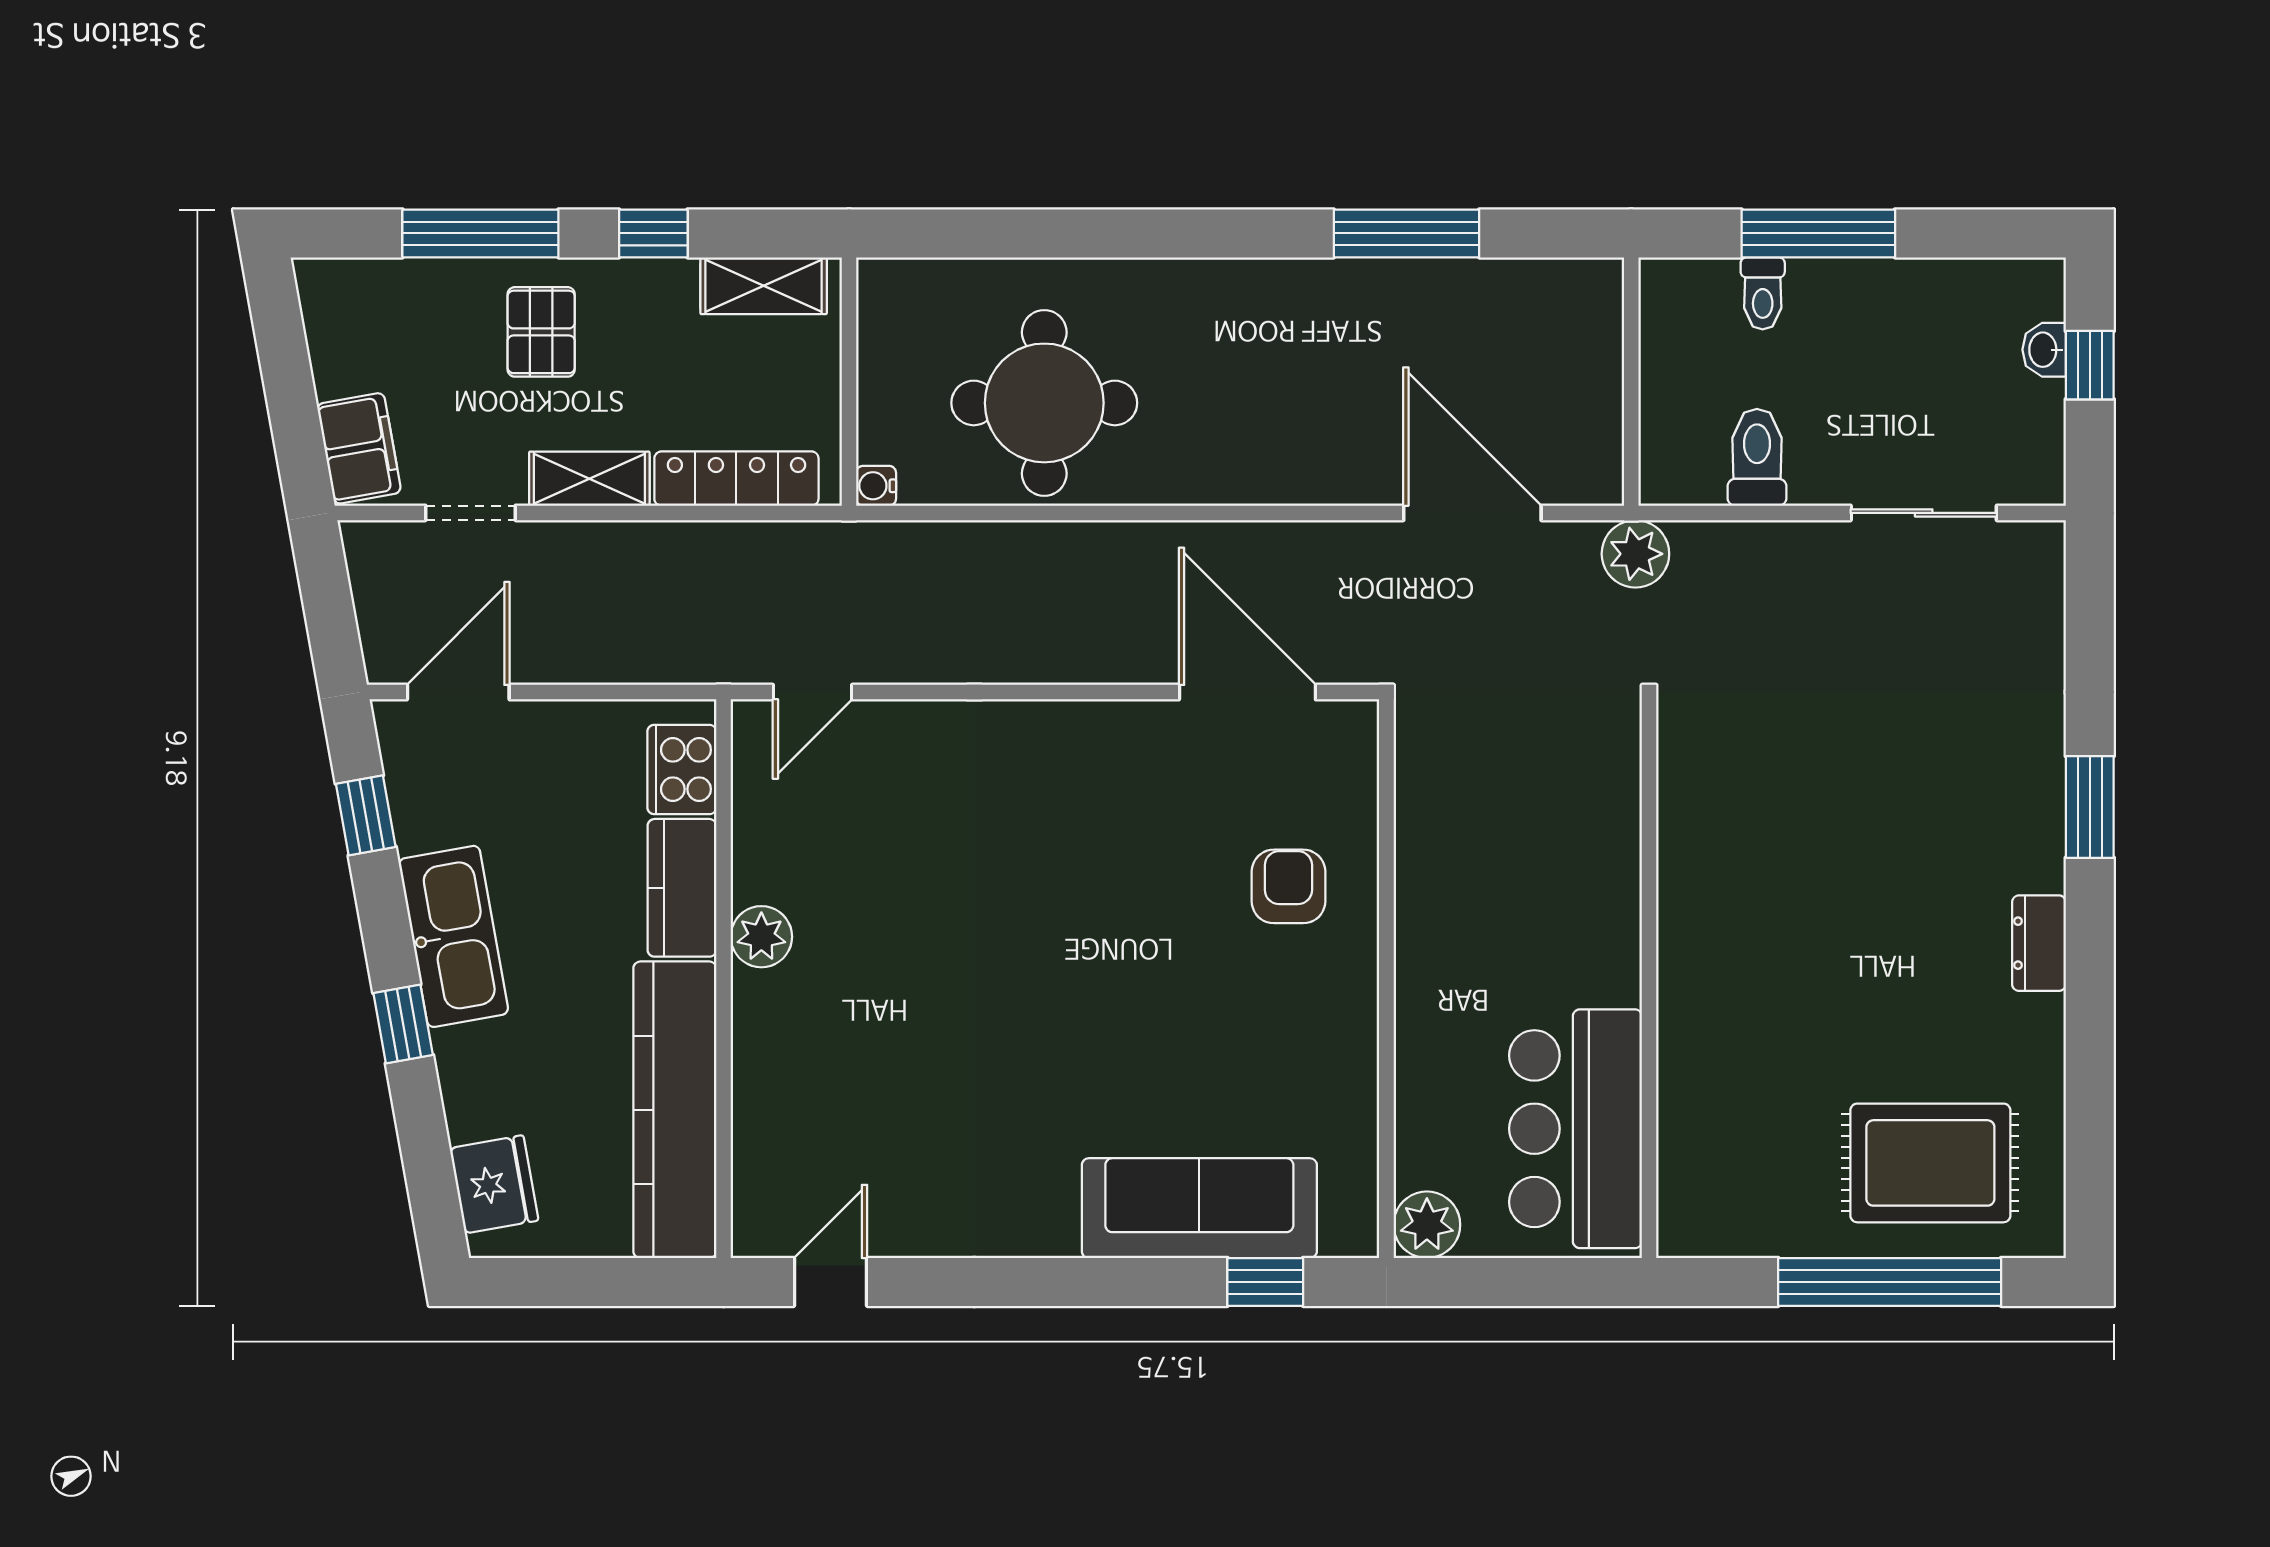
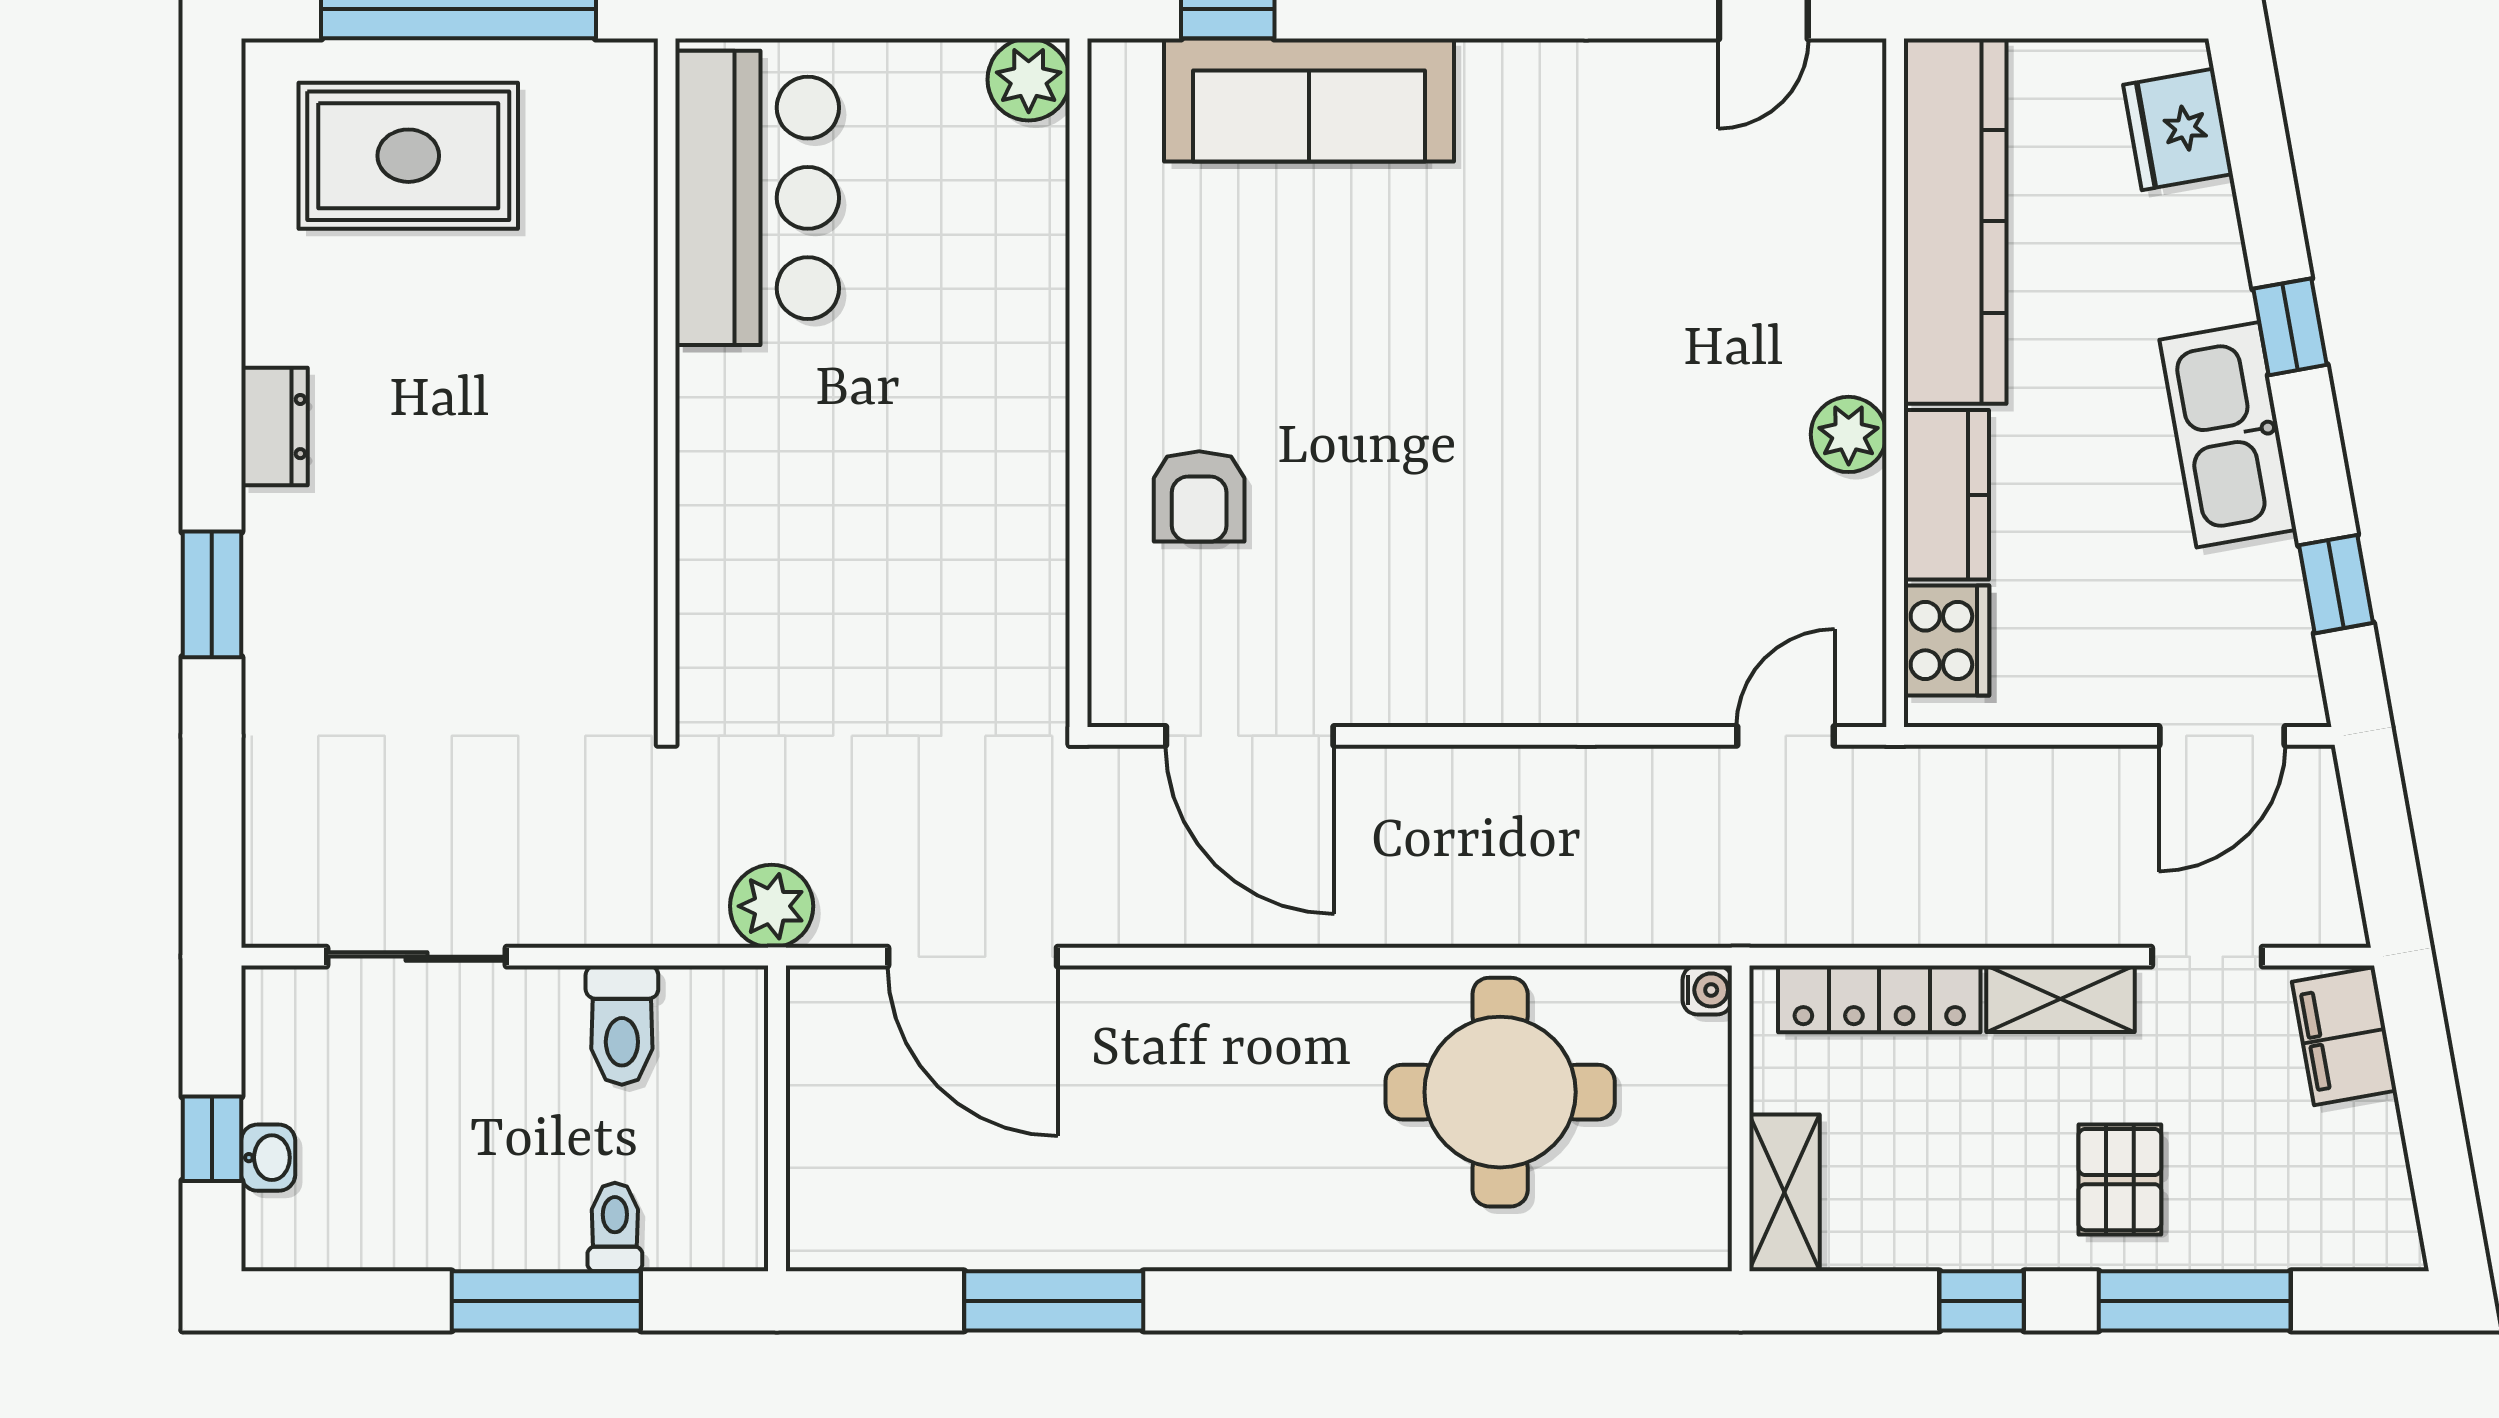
shelving: (764, 286) -> (1785, 1192), moved, turned 90
wall: (1649, 979) -> (667, 383), moved
bar counter: (1576, 1129) -> (757, 198), moved

